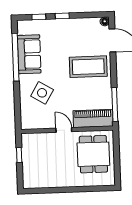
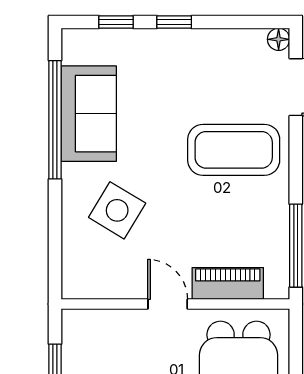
piano: (93, 118) -> (228, 284), width x0.73, depth x0.75

